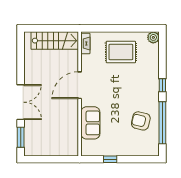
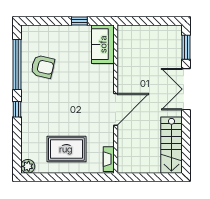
stairs: (55, 41) -> (171, 145), moved, turned -90
sofa: (90, 123) -> (103, 44), moved

